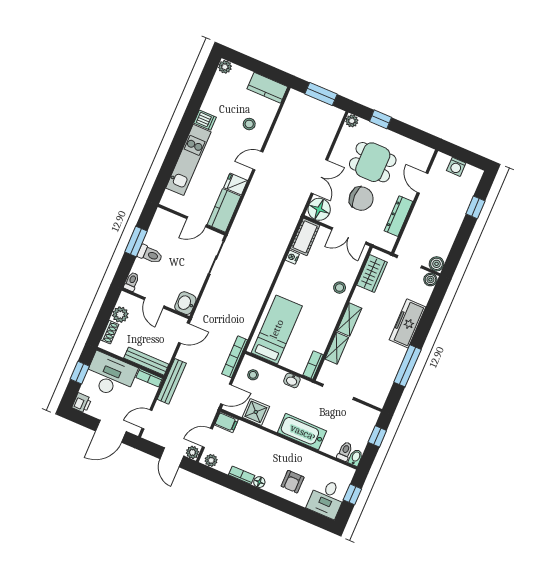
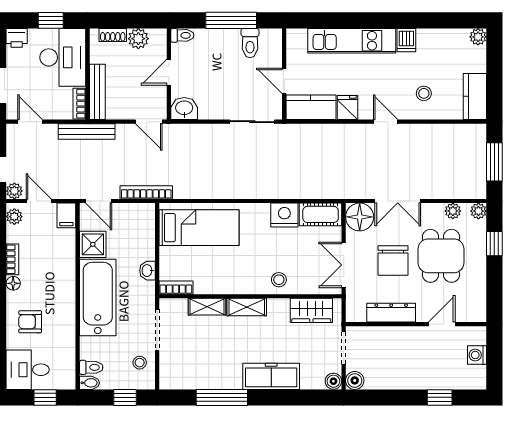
plant: (344, 140) -> (453, 211), added
window: (136, 241) -> (231, 20), width x1.44
toilet: (150, 254) -> (250, 43), moved
nightstand: (292, 257) -> (284, 215), width x1.89, depth x1.79
stool: (253, 375) -> (140, 363), moved
bathtub: (302, 432) -> (98, 297), width x1.36, depth x1.36

